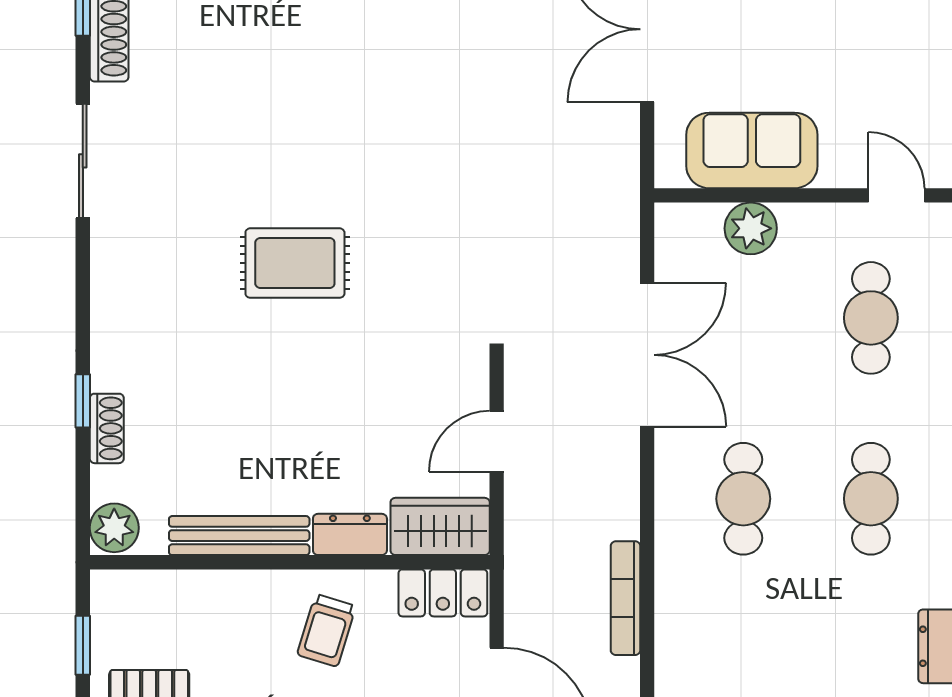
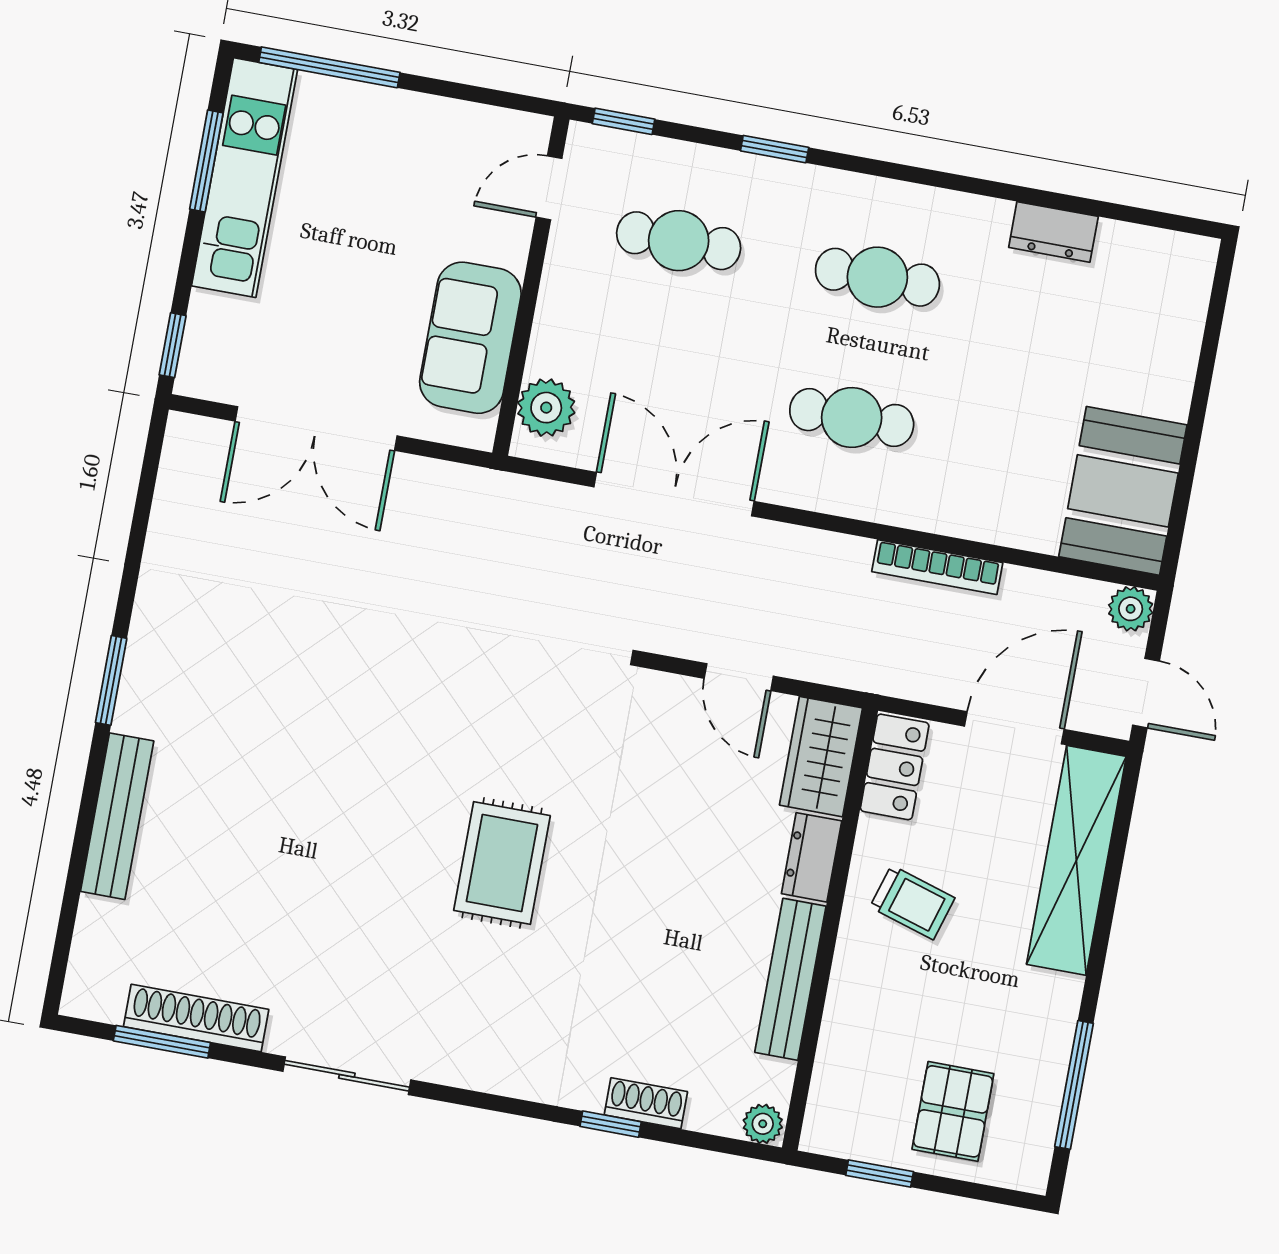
plant: (751, 228) -> (546, 408), moved
plant: (114, 528) -> (763, 1124), width x0.73, depth x0.73

